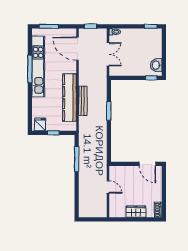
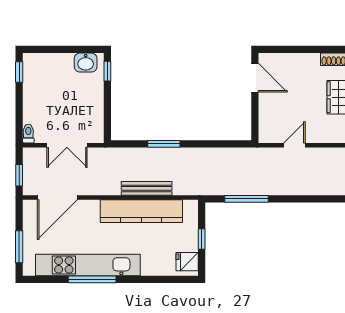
double door: (108, 54) -> (67, 145), swing flipped
door: (147, 164) -> (255, 78), hinge flipped

